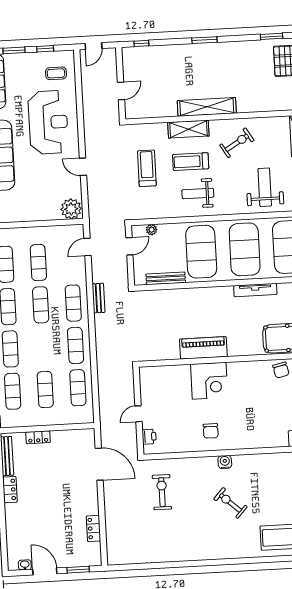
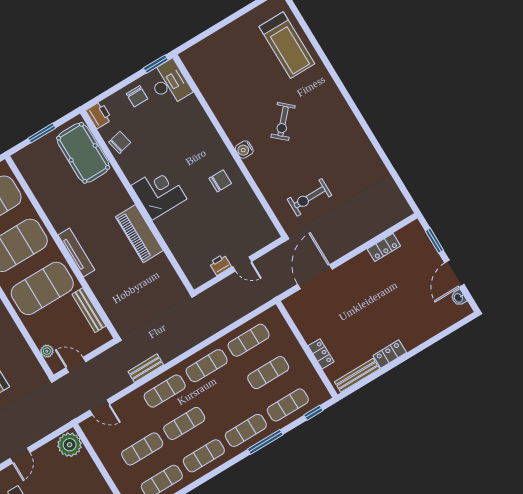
tv unit: (255, 290) -> (76, 253), moved
corner desk: (209, 381) -> (159, 192), moved
printer: (149, 437) -> (220, 265), moved

